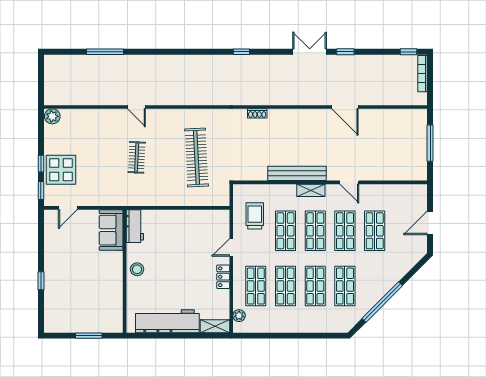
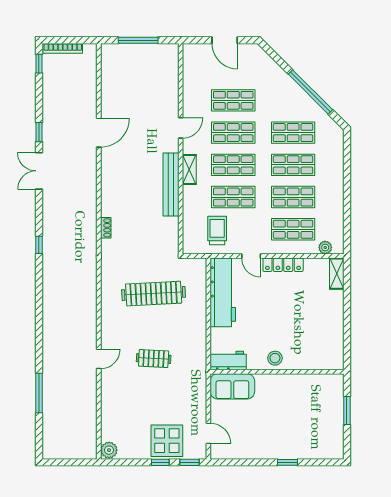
trolley: (255, 216) -> (217, 230), turned 90
locker: (223, 277) -> (283, 265), width x1.53
workbench: (167, 321) -> (223, 292), moved, turned 180

